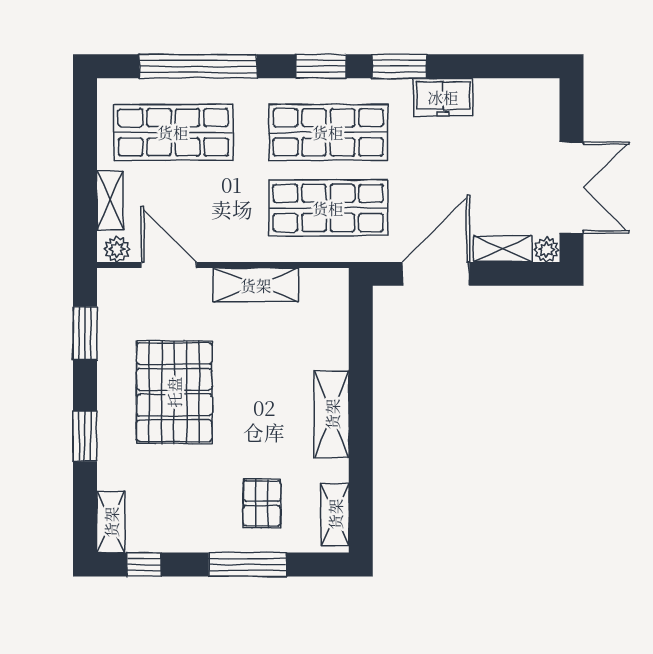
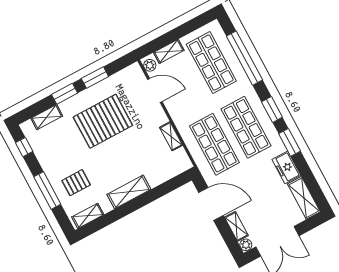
shelving: (517, 95) -> (304, 198), added
door: (169, 265) -> (155, 90), hinge flipped
shelving: (256, 285) -> (171, 136), width x0.67, depth x0.75
window: (85, 333) -> (95, 77), moved
shelving: (111, 522) -> (47, 117), moved

